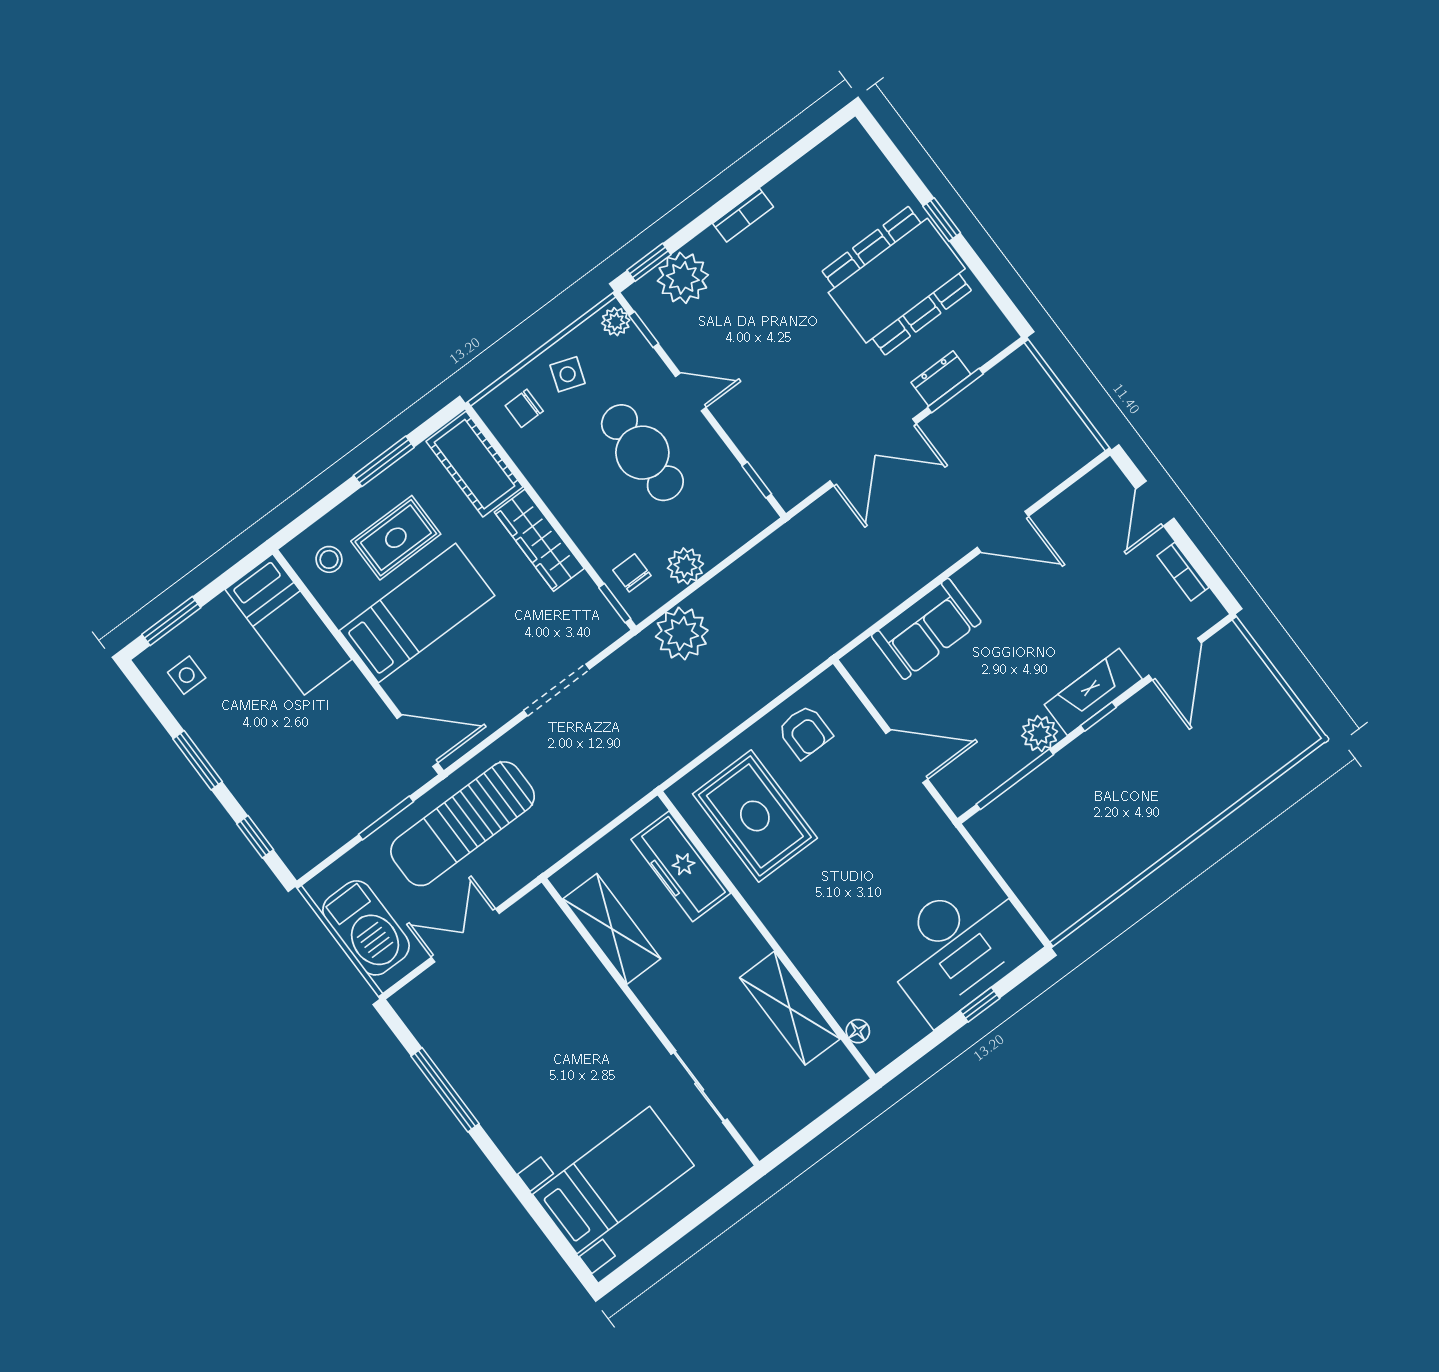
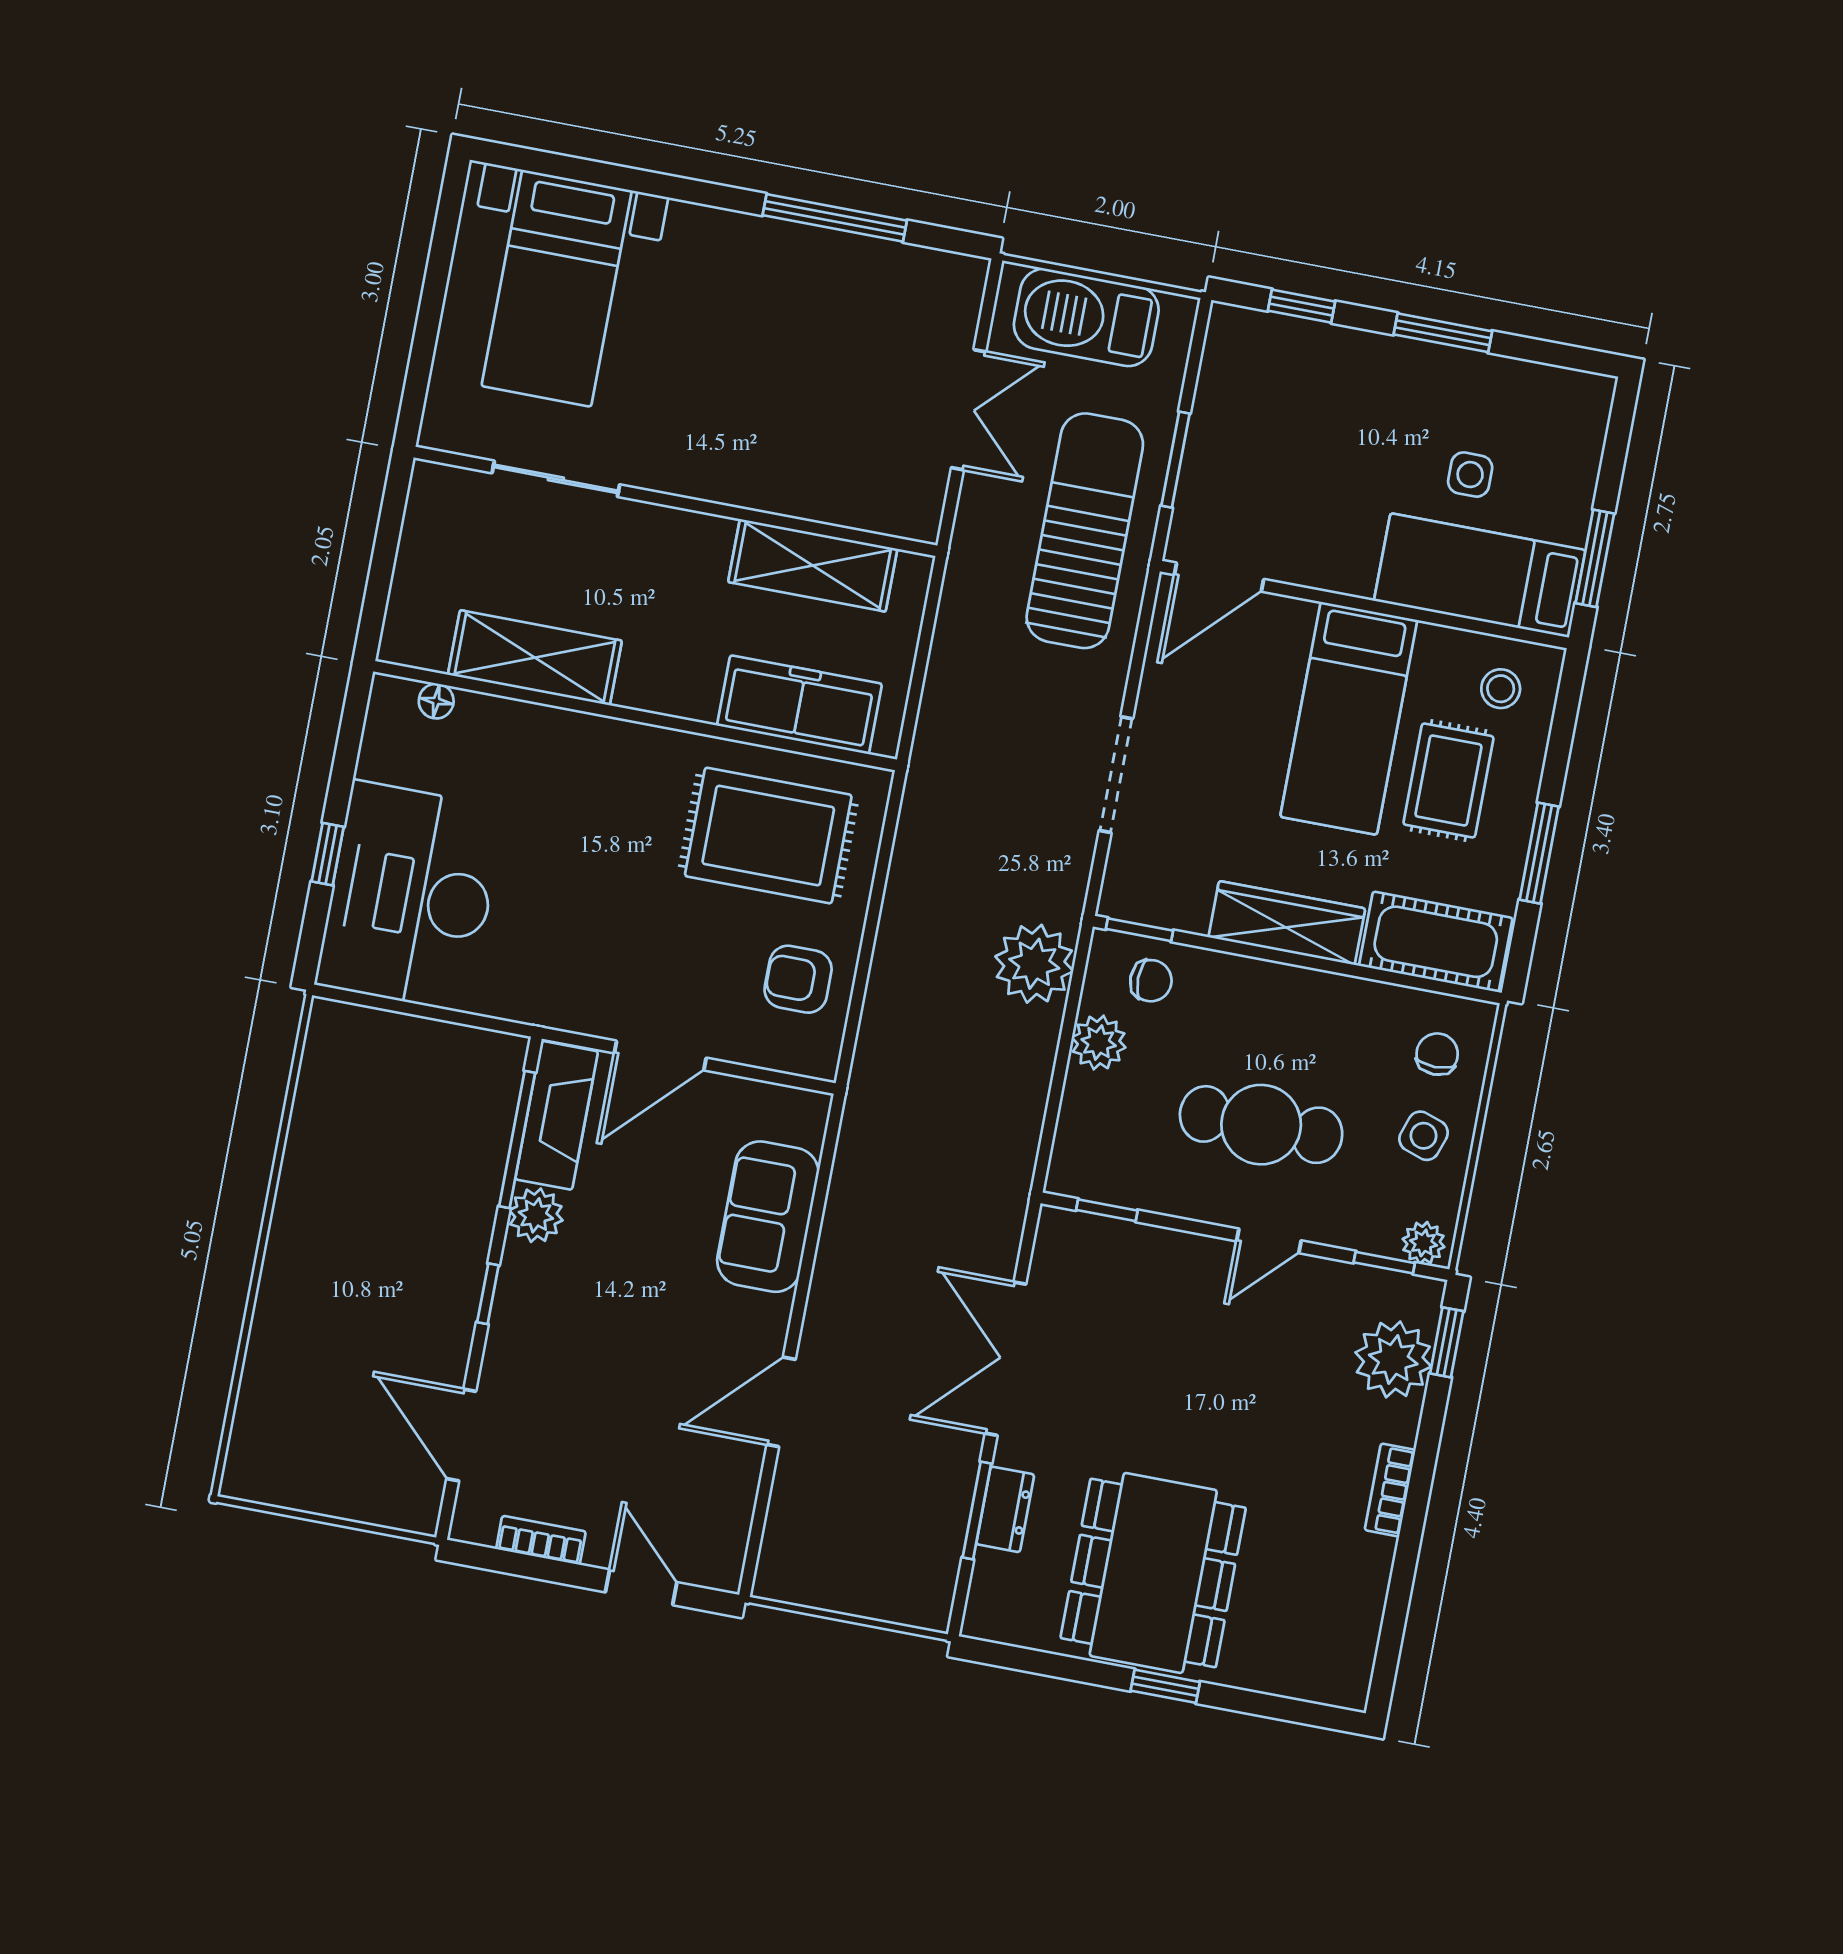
window: (171, 621) -> (1595, 558), moved
side table: (187, 675) -> (1470, 475), moved
fireplace: (1093, 692) -> (557, 1115), moved

